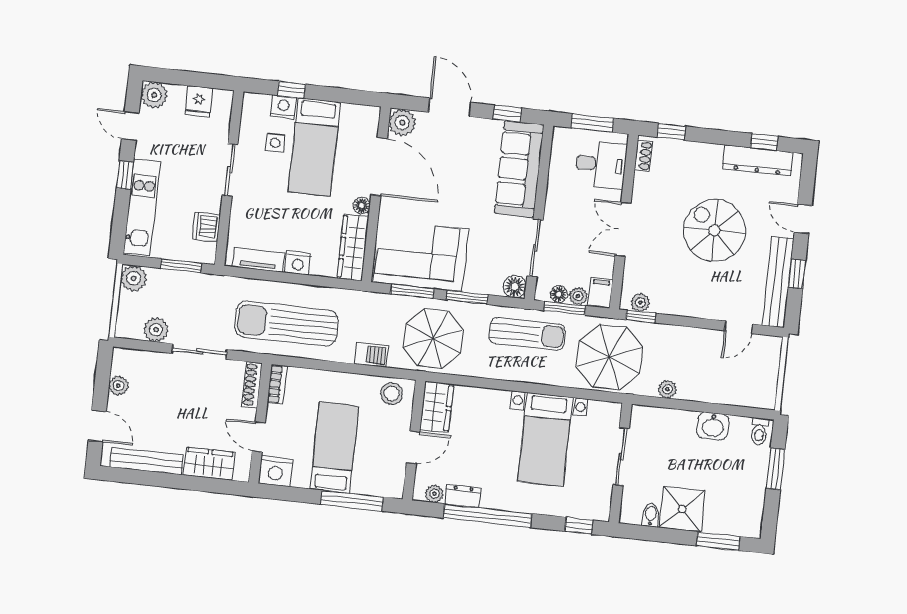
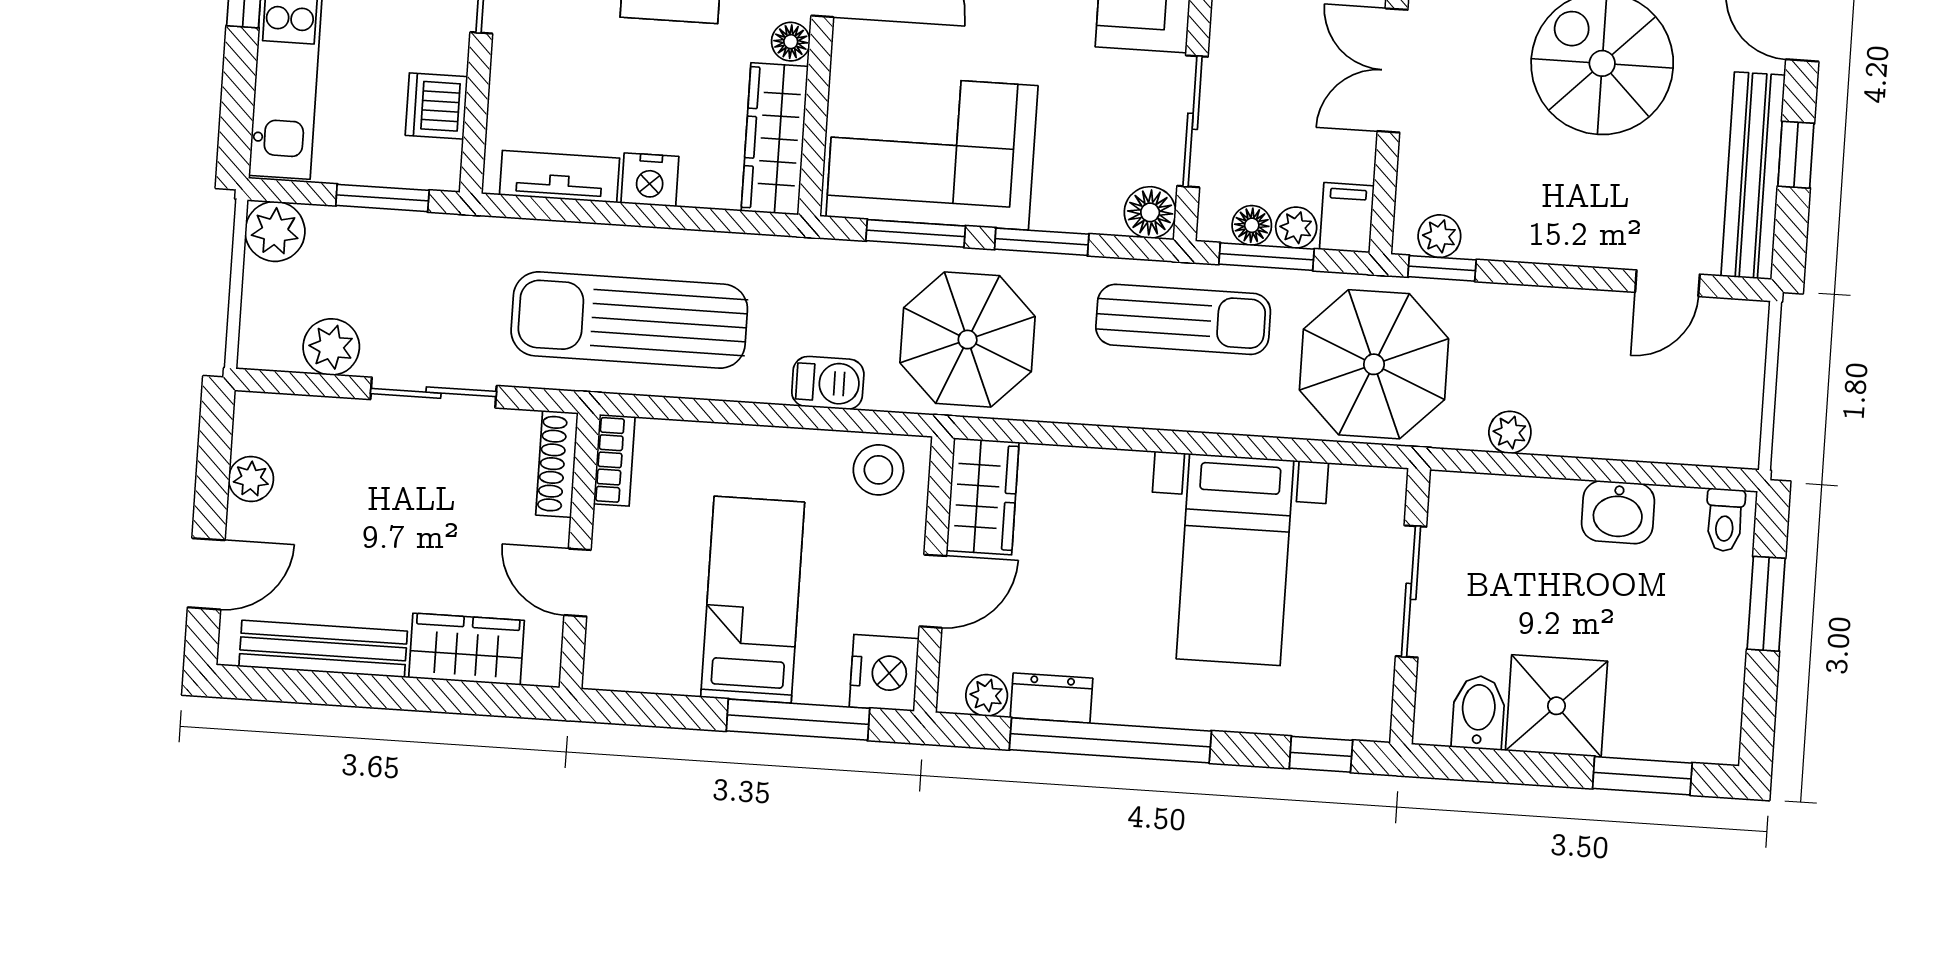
door: (97, 426) -> (206, 574), hinge flipped
nightstand: (275, 471) -> (884, 673), moved, turned -90
bidet: (651, 515) -> (1478, 712), width x1.38, depth x1.36

